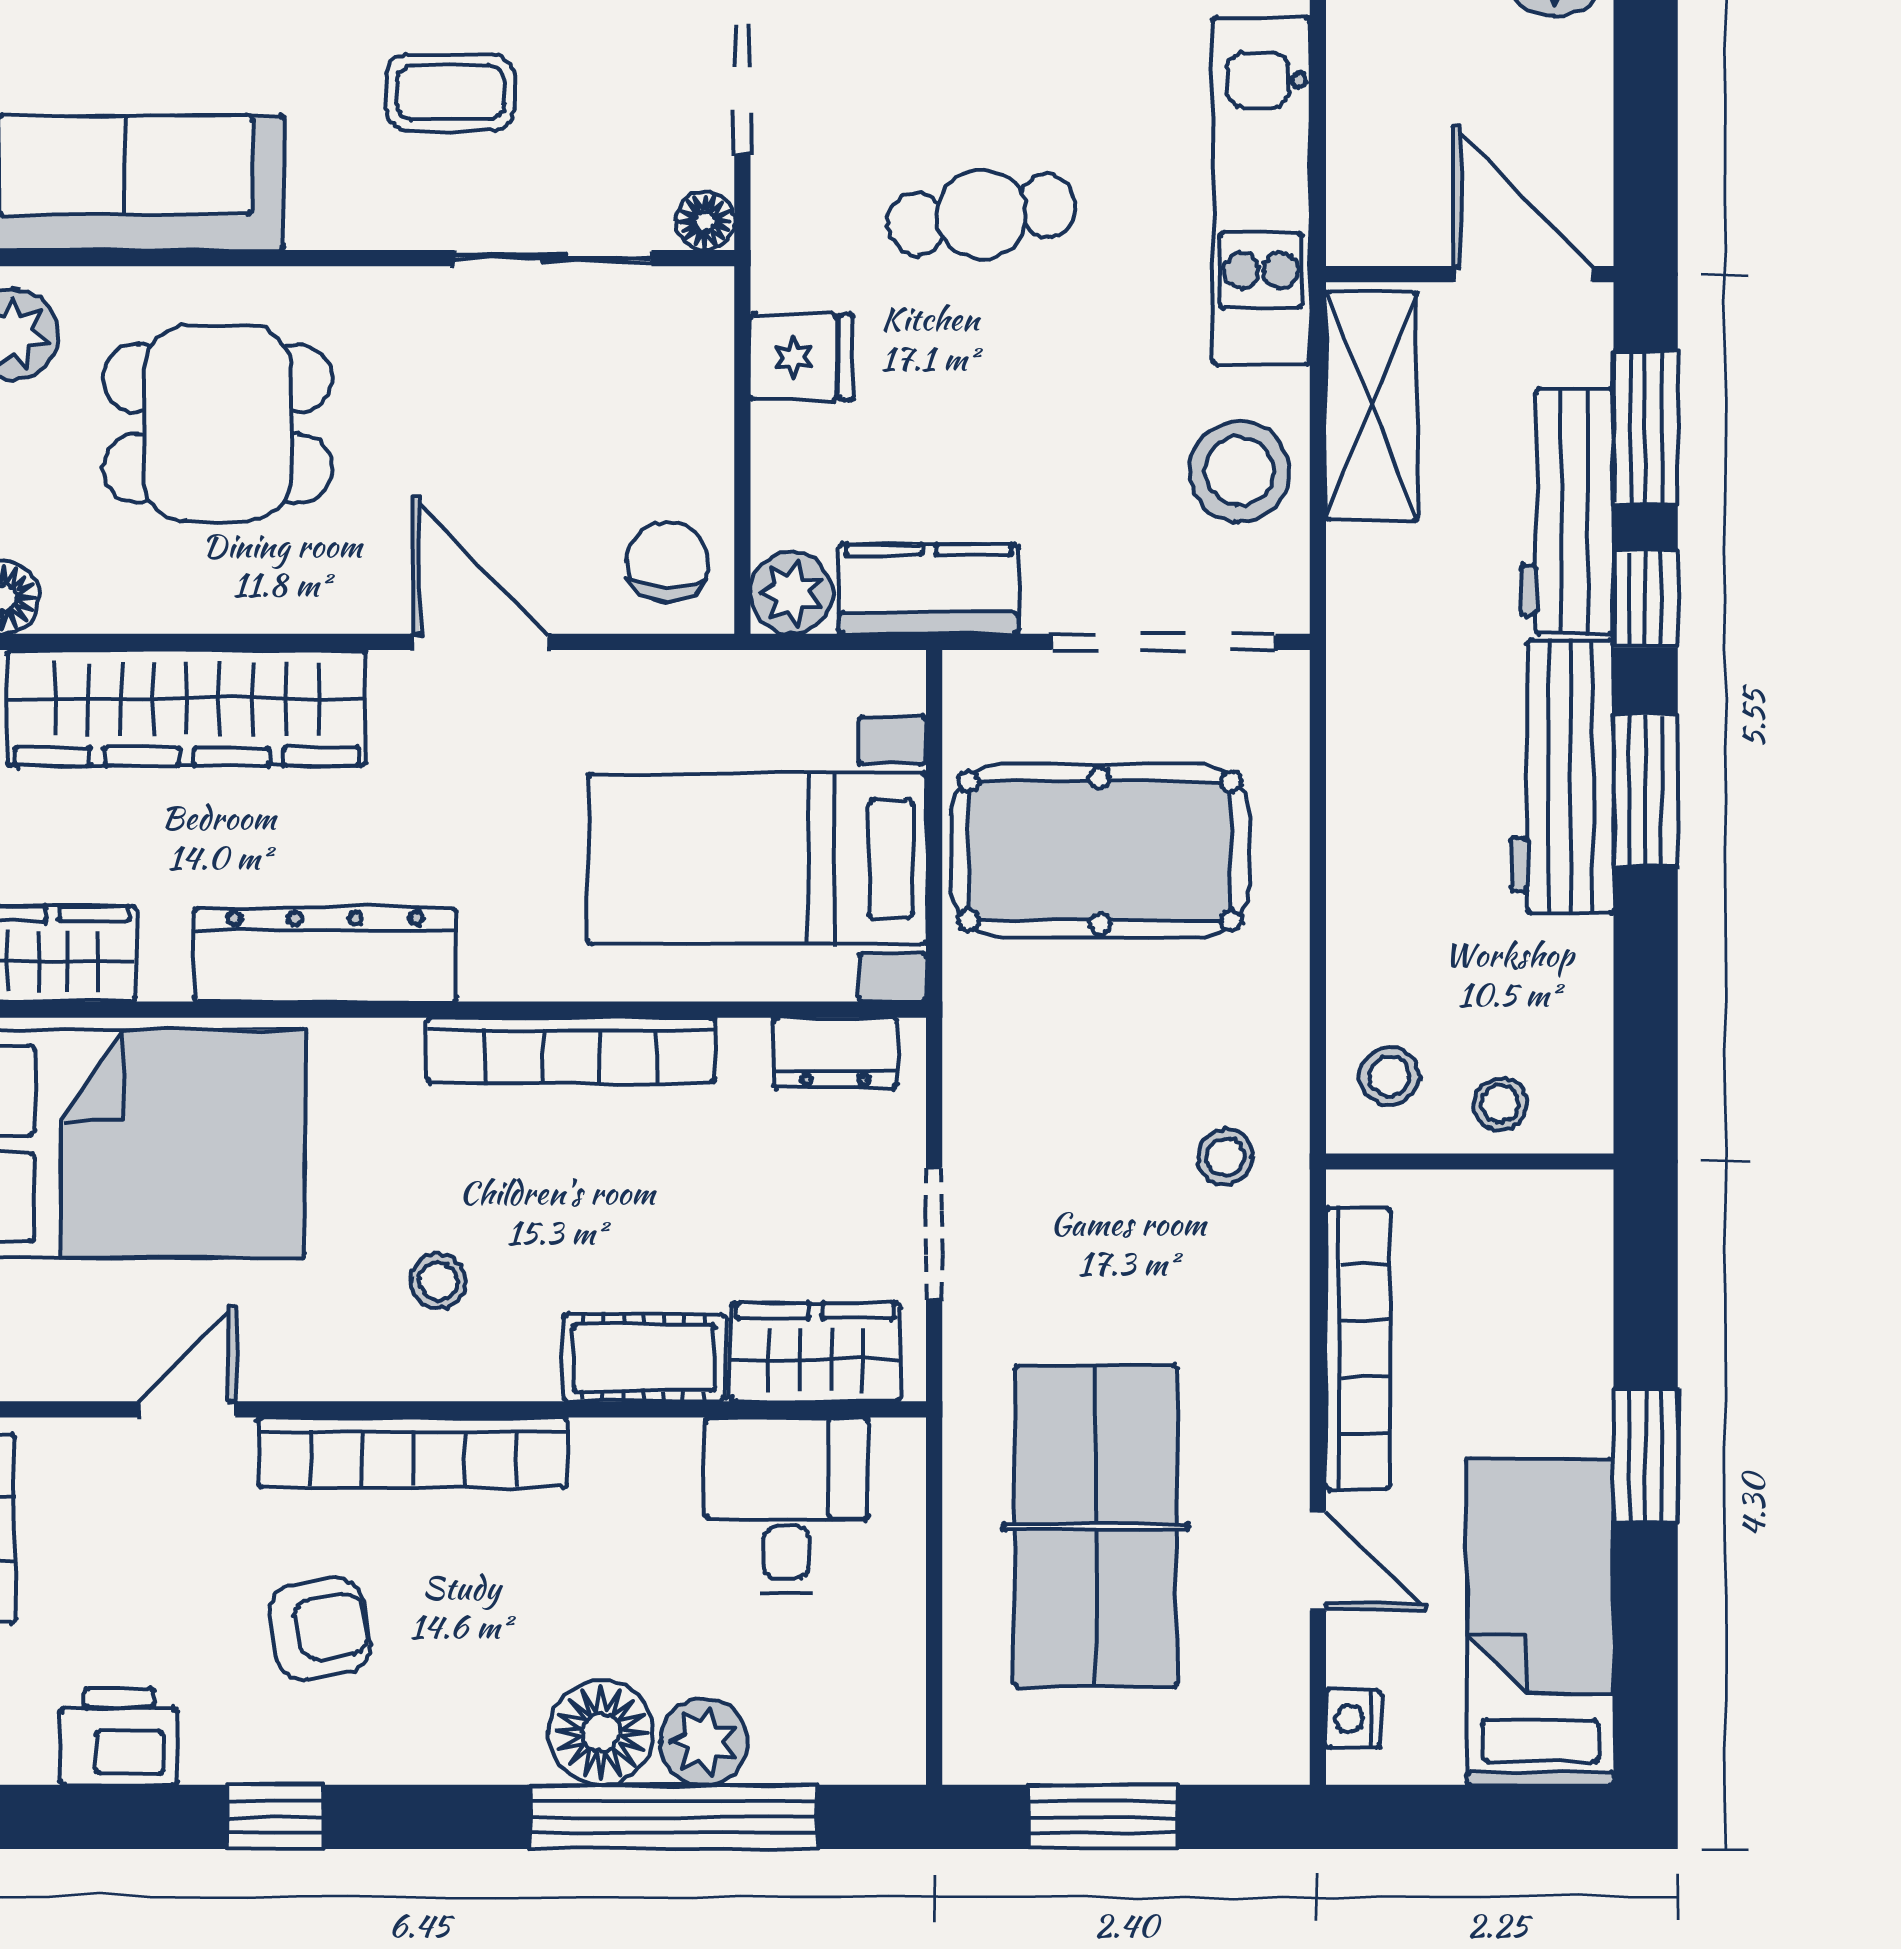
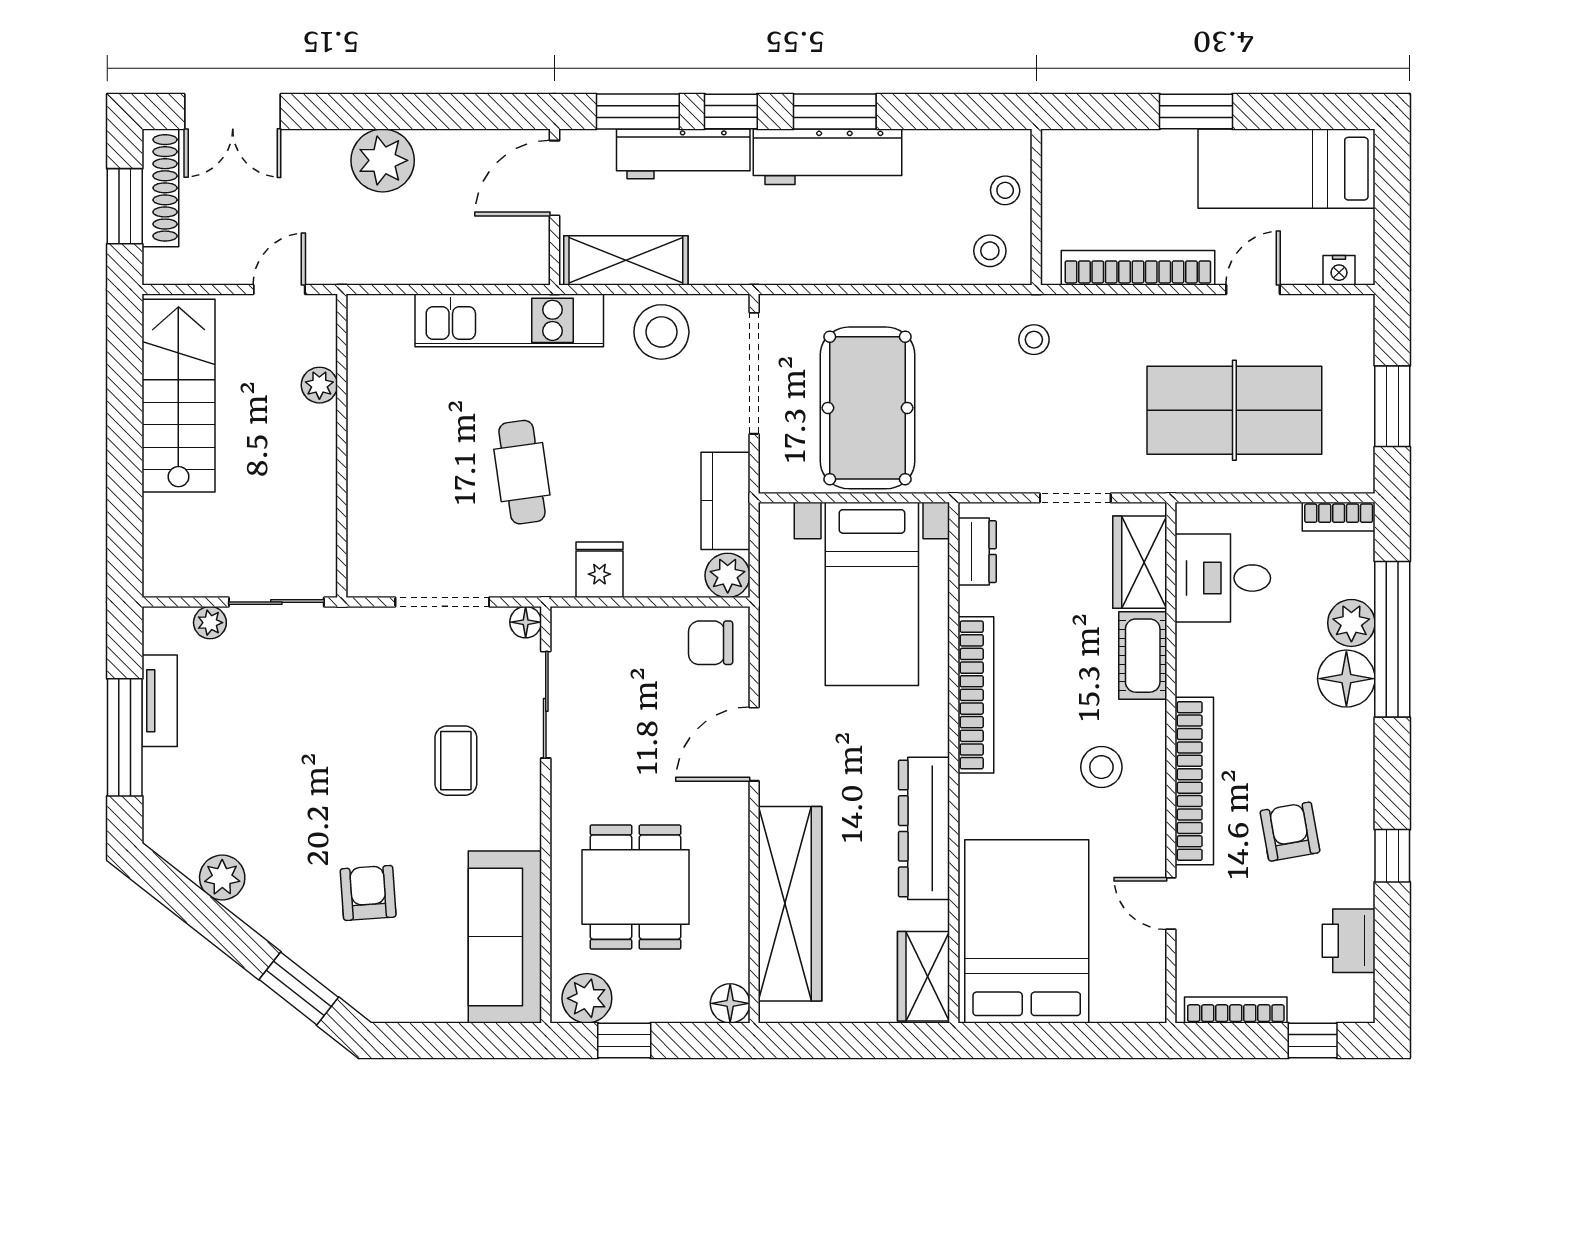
stool: (438, 1281) -> (1101, 767), width x1.37, depth x1.37
bookcase: (899, 1718) -> (1339, 517), added

